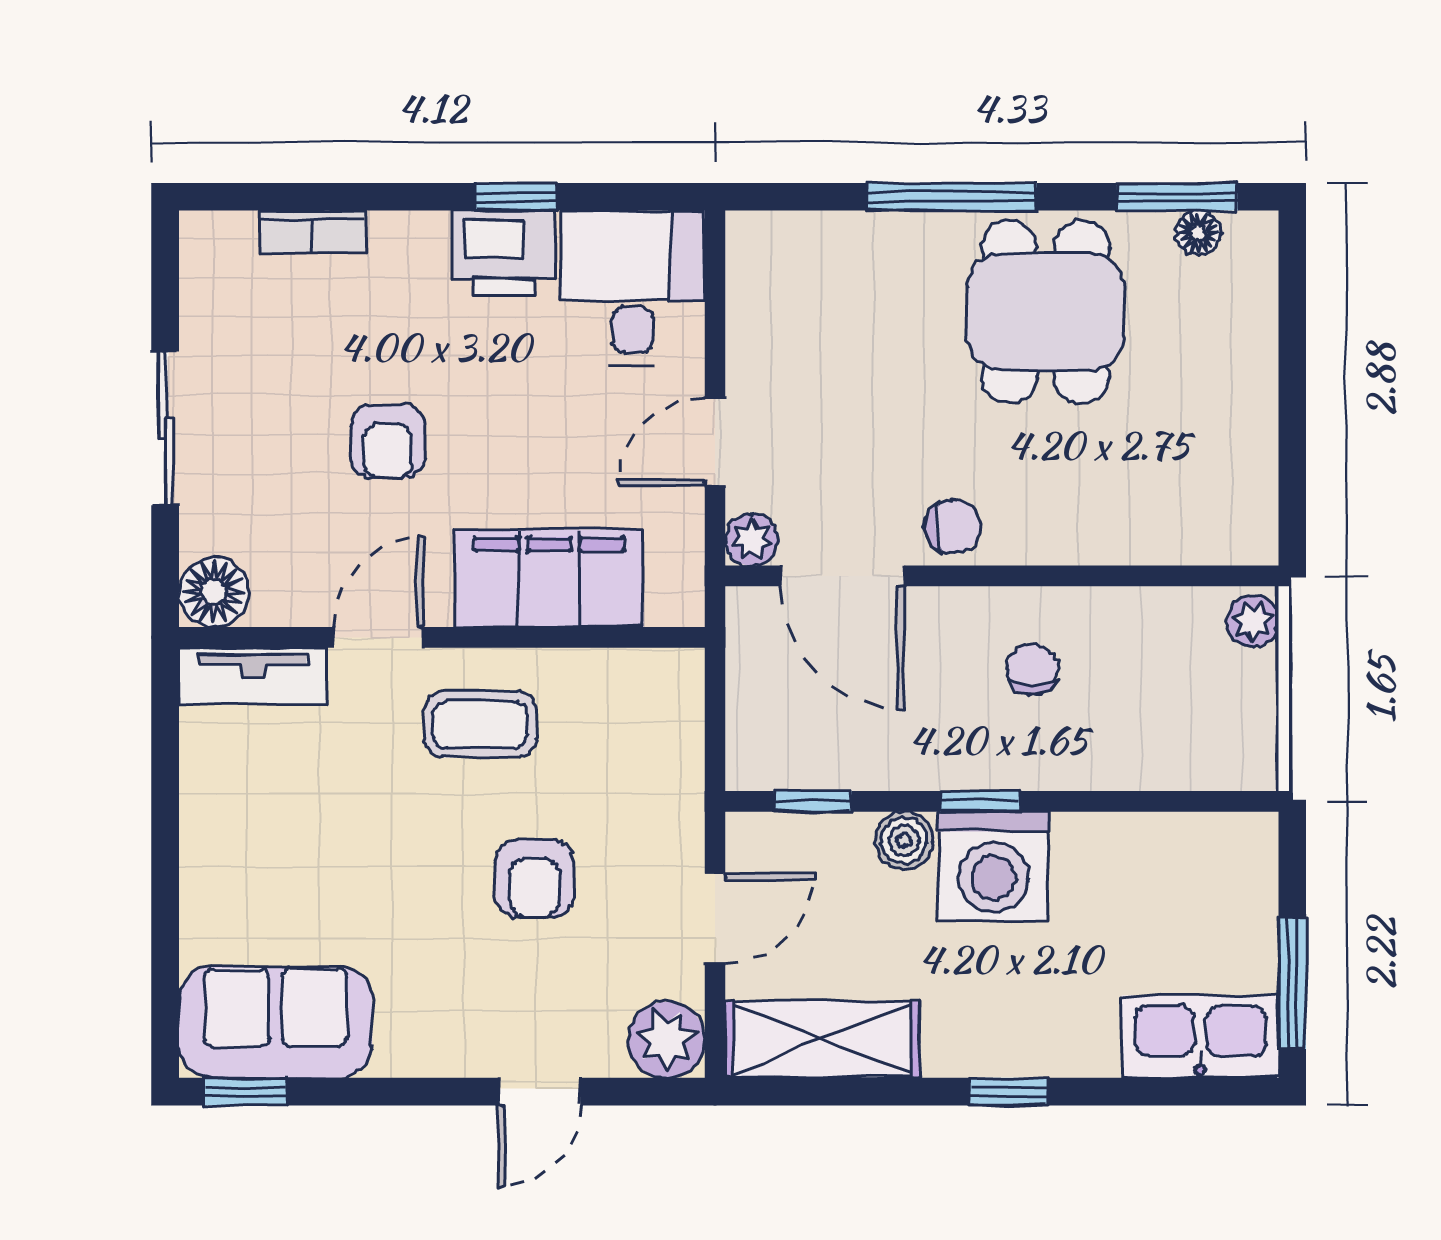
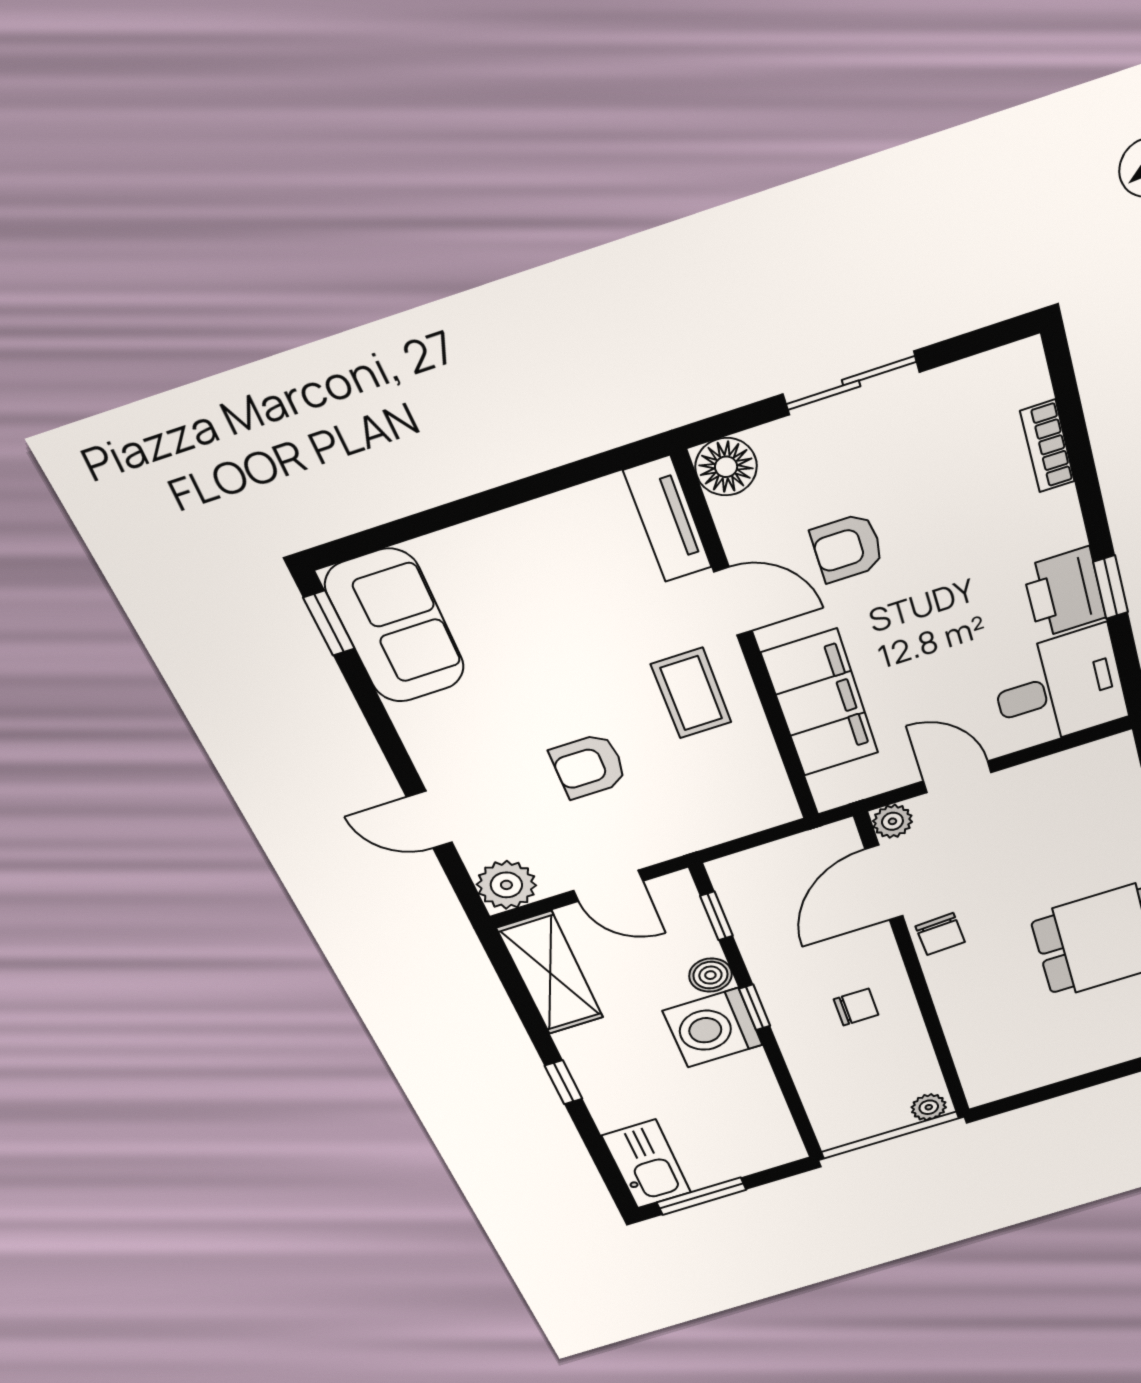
armchair: (387, 441) -> (847, 548), moved

